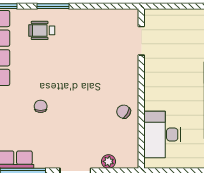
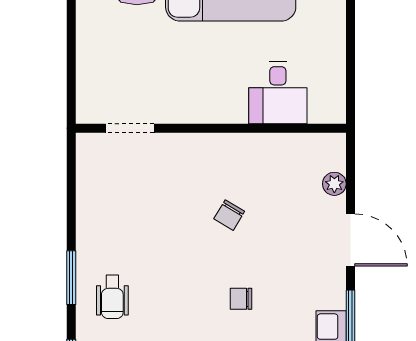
chair: (124, 112) -> (229, 215), moved
desk: (162, 134) -> (278, 93), width x0.73

